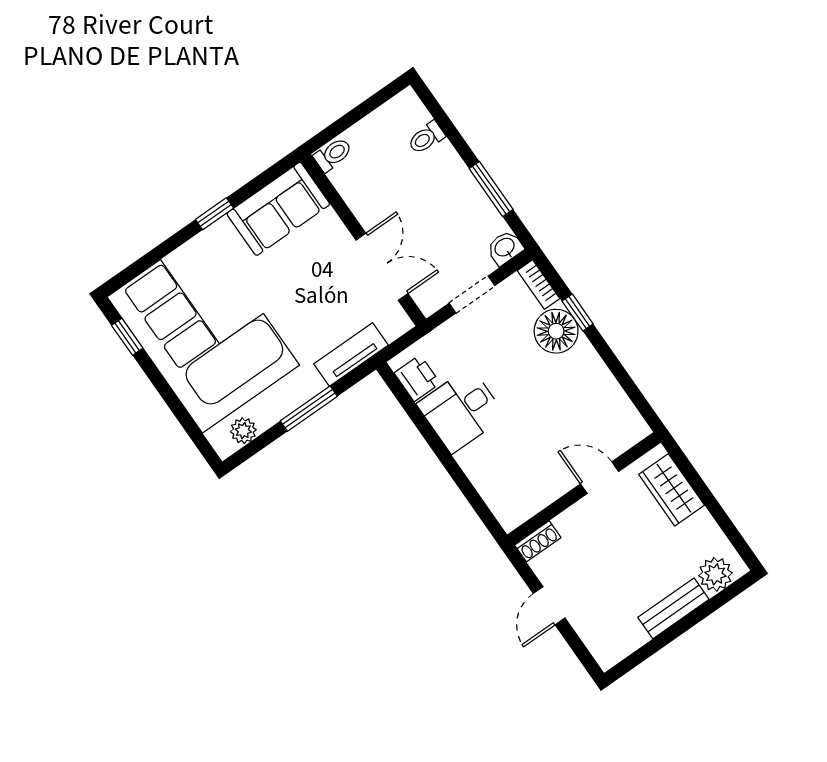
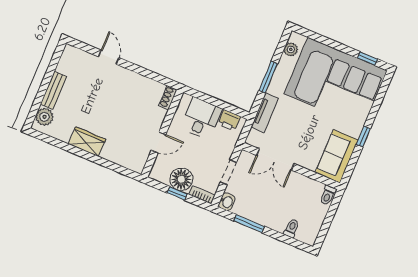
door: (599, 478) -> (158, 142), moved
wall: (584, 489) -> (162, 133), moved
shoe rack: (538, 541) -> (168, 98), moved

